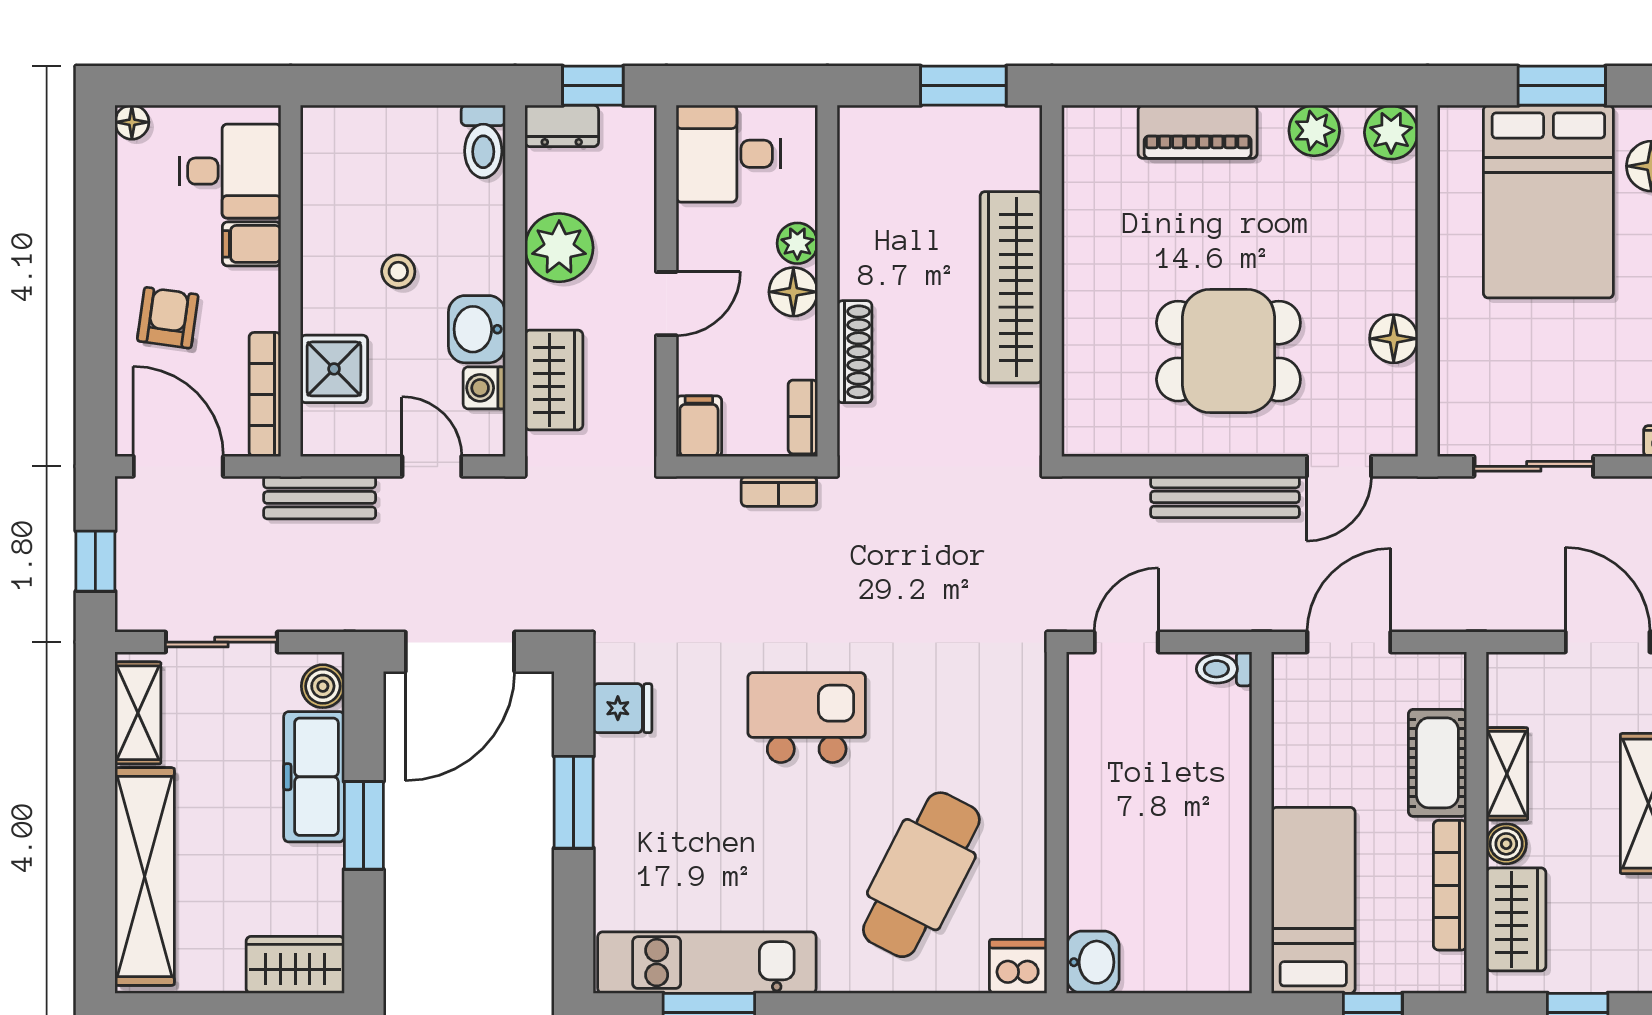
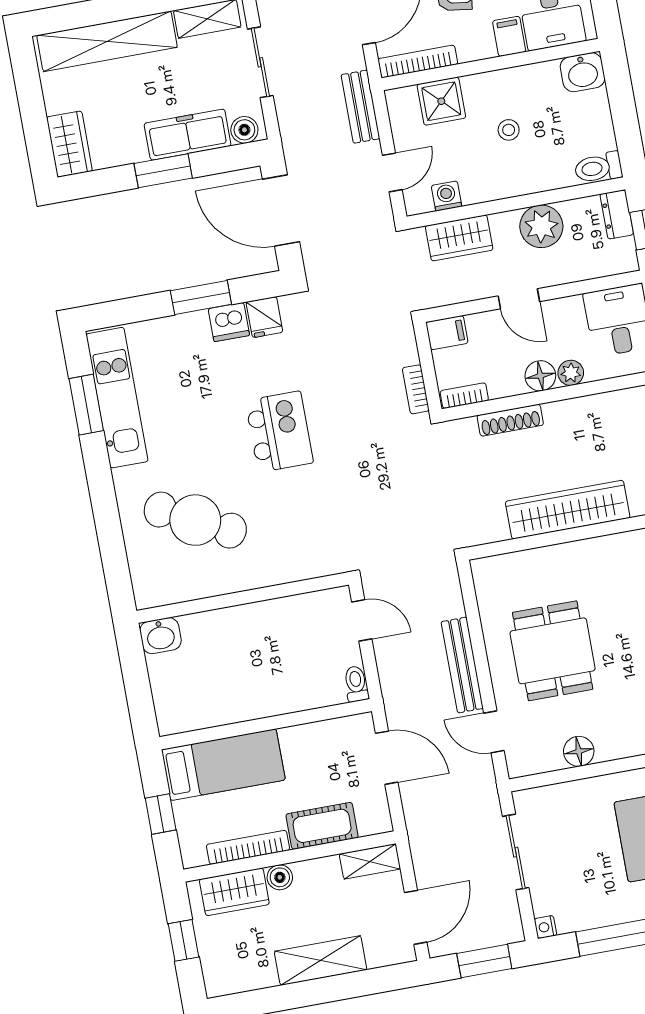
washbasin: (477, 329) -> (583, 72), moved, turned 180
shelving: (1507, 774) -> (370, 861), moved
dishwasher: (1018, 966) -> (229, 322), moved, turned 90

